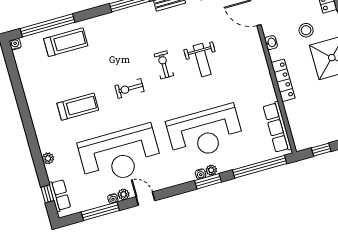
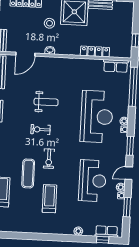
exercise mat: (101, 68) -> (28, 173), added
locker: (283, 80) -> (95, 52), moved
row of seats: (277, 127) -> (116, 66), width x0.68
reception desk: (120, 155) -> (92, 181), width x0.74, depth x0.77
window: (208, 181) -> (130, 146), moved
window: (100, 211) -> (127, 207), width x0.69

